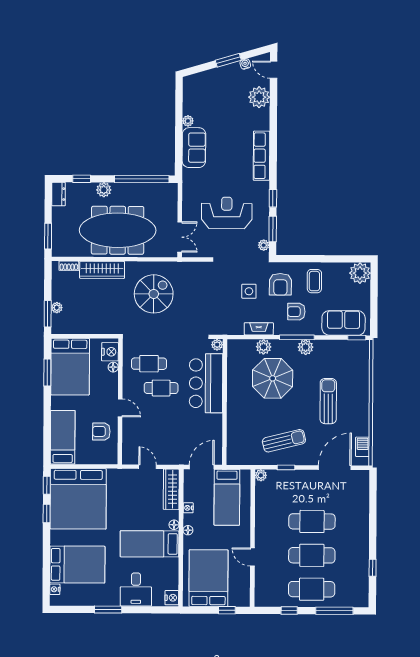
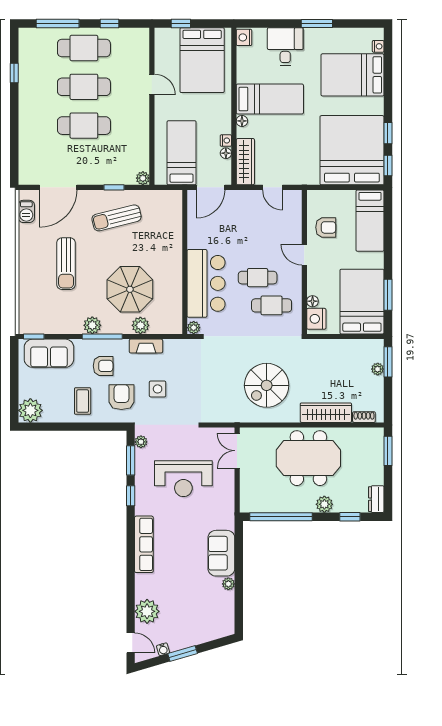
meeting table: (118, 230) -> (308, 458), width x0.73
floor lamp: (188, 530) -> (226, 153), moved

